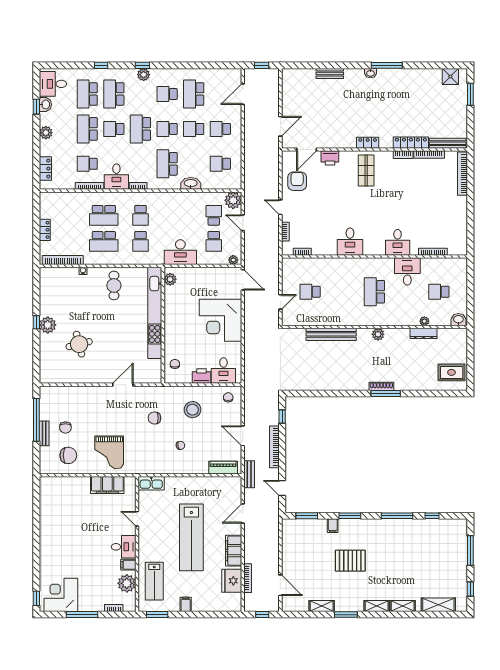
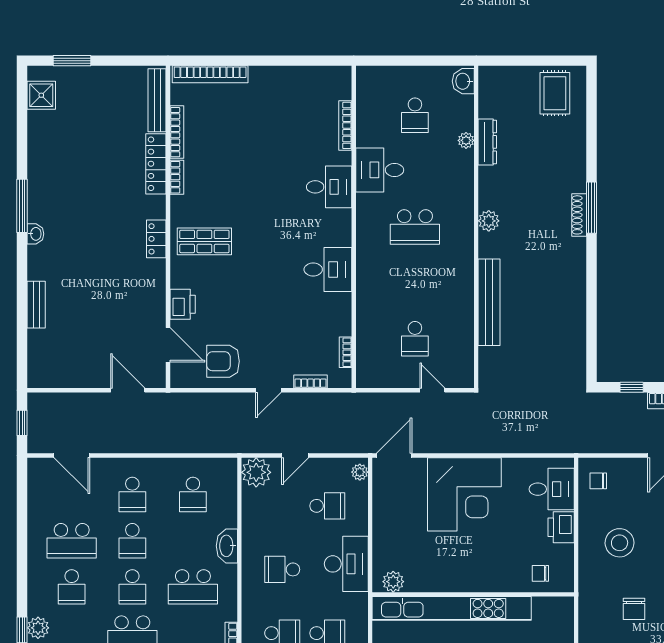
school desk: (214, 215) -> (282, 569), moved

